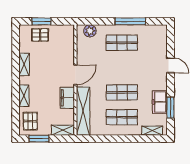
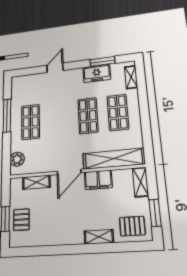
shelving: (24, 64) -> (36, 182), moved
door: (75, 75) -> (69, 172), swing flipped

